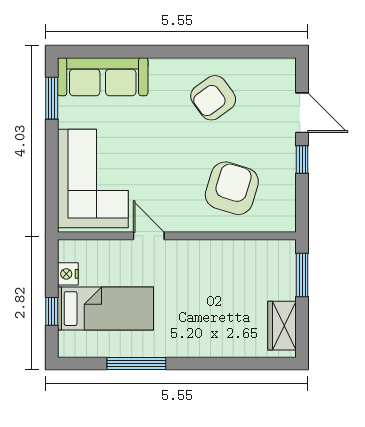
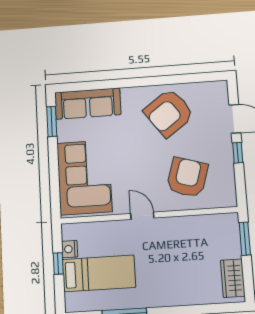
armchair: (213, 98) -> (169, 113), width x1.36, depth x1.36
door: (149, 236) -> (142, 216), moved
window: (52, 311) -> (58, 263), moved

